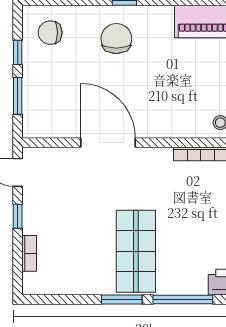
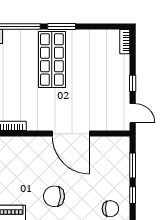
chair: (116, 39) -> (54, 196), moved, turned 93
bookcase: (29, 253) -> (125, 42), moved

